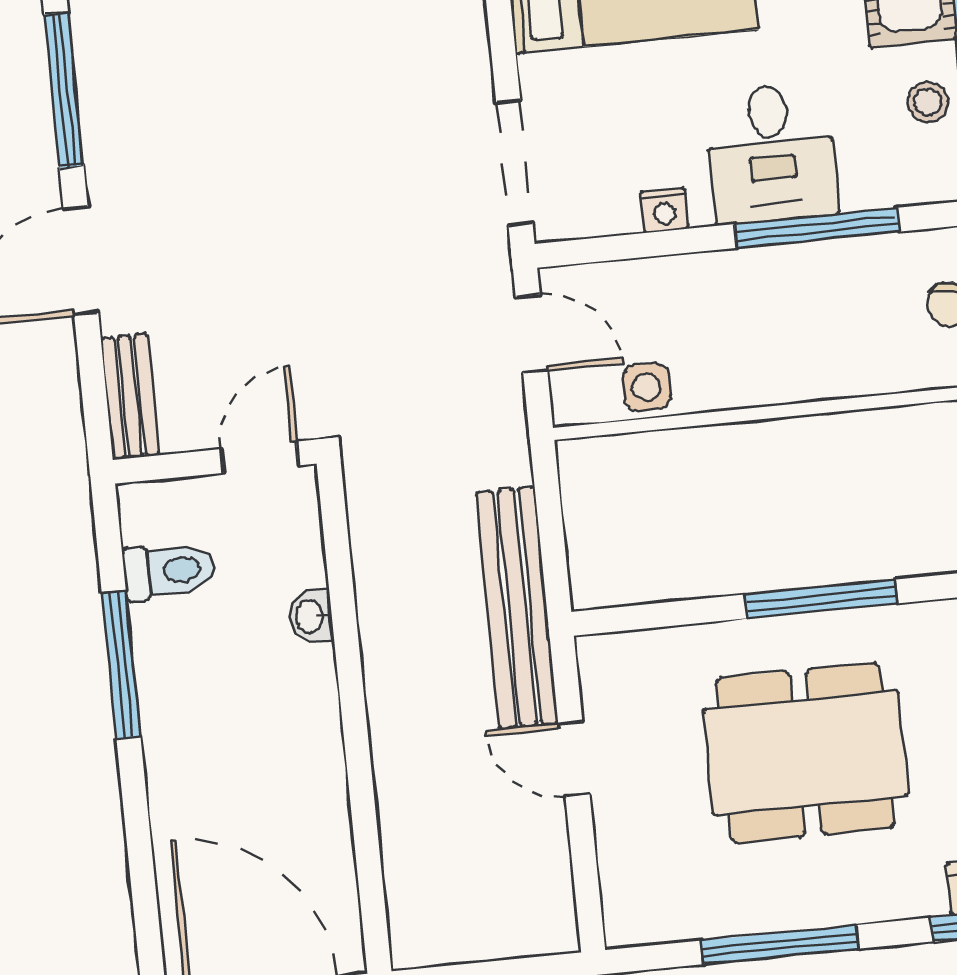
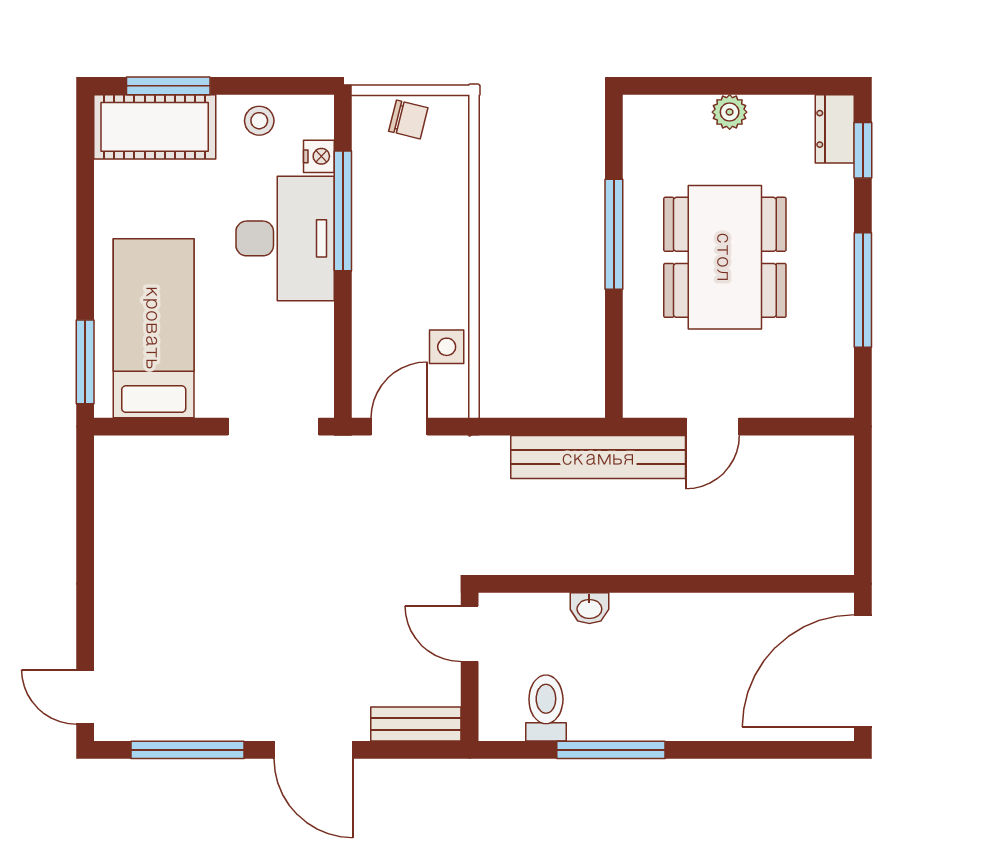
desk: (771, 153) -> (285, 238), width x1.37
nightstand: (664, 210) -> (319, 156), moved

